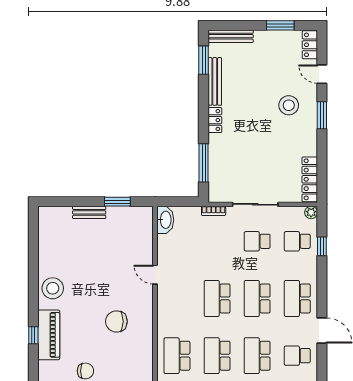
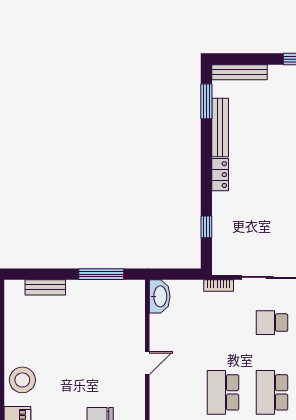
window: (204, 163) -> (206, 227), width x0.46
window: (117, 202) -> (101, 274), width x1.44
bench: (89, 212) -> (45, 287), moved
door: (155, 275) -> (147, 363), swing flipped

